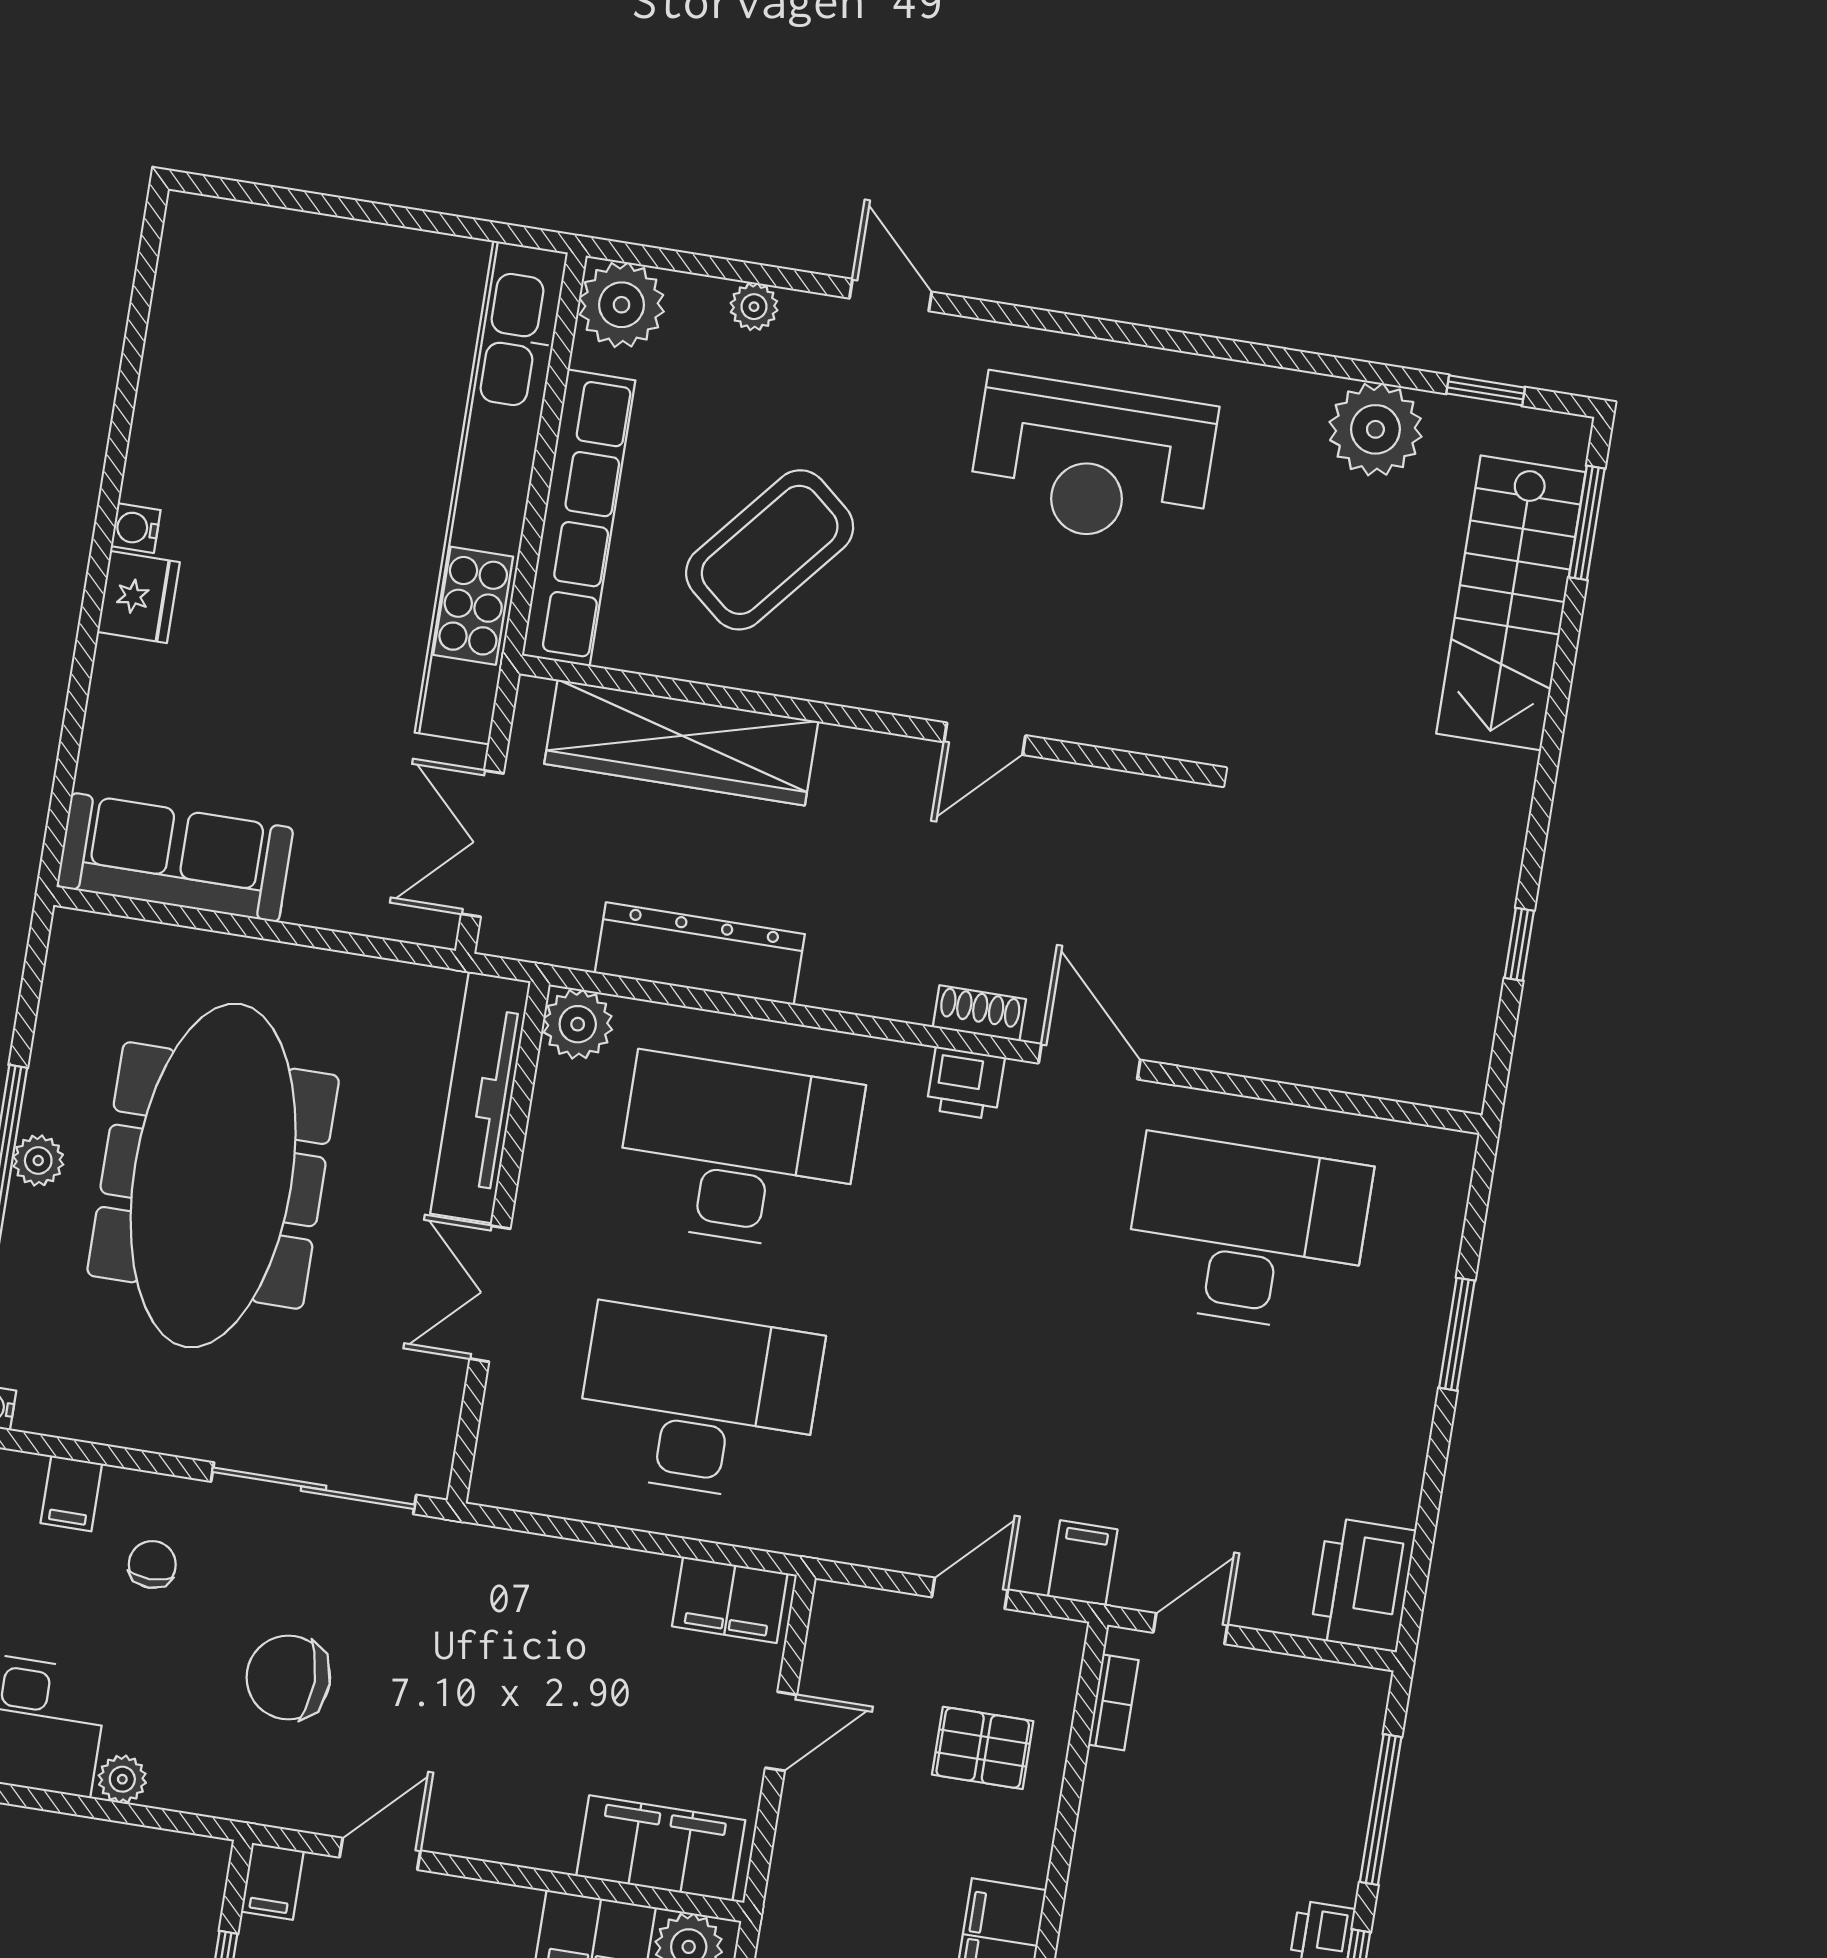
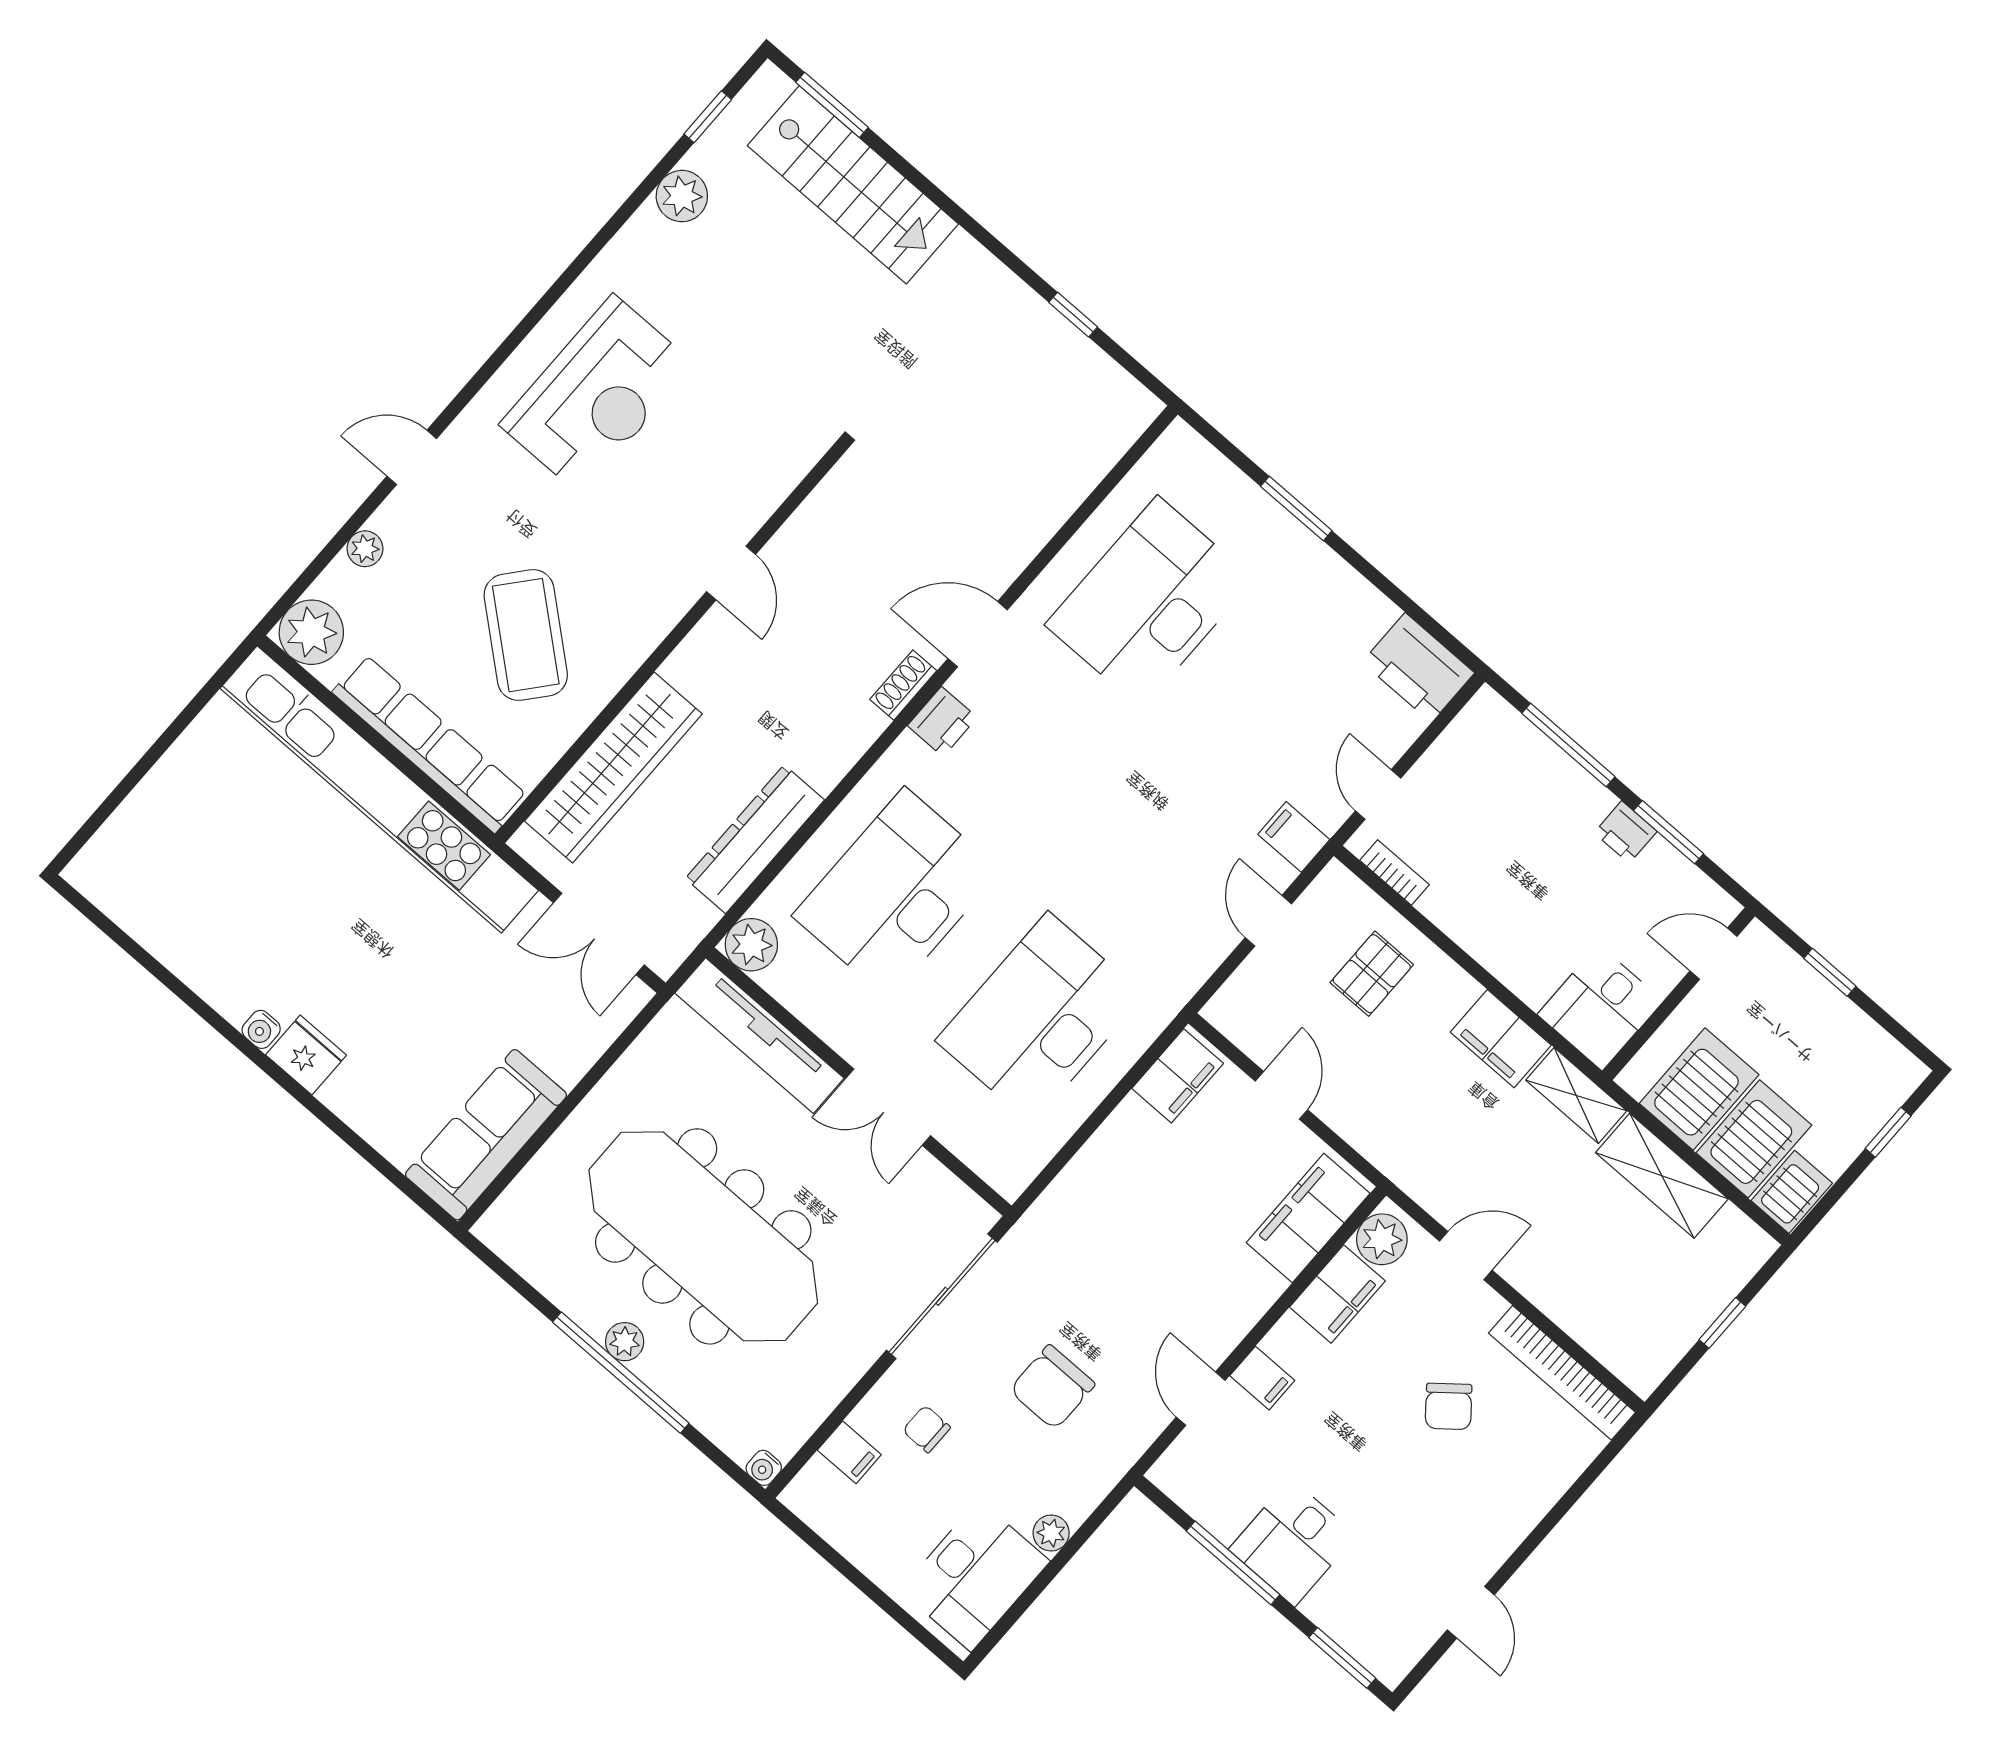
plant: (1375, 429) -> (682, 196), width x0.73, depth x0.73
filing cabinet: (272, 1881) -> (1262, 1378), moved

